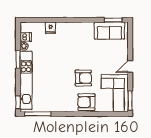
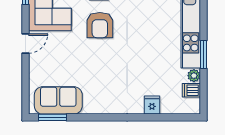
armchair: (83, 78) -> (100, 25), turned -90

